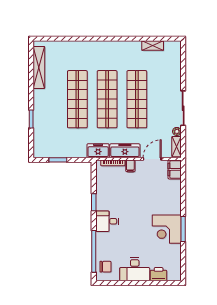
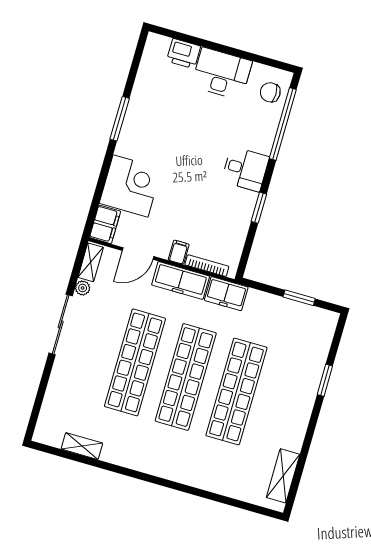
shelving: (39, 67) -> (283, 476), width x0.68
corner desk: (167, 229) -> (130, 186), moved

